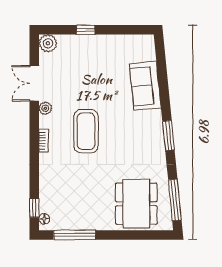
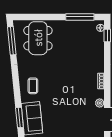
coffee table: (86, 131) -> (33, 86), moved, width x0.54, depth x0.58
window: (168, 136) -> (19, 118), moved

